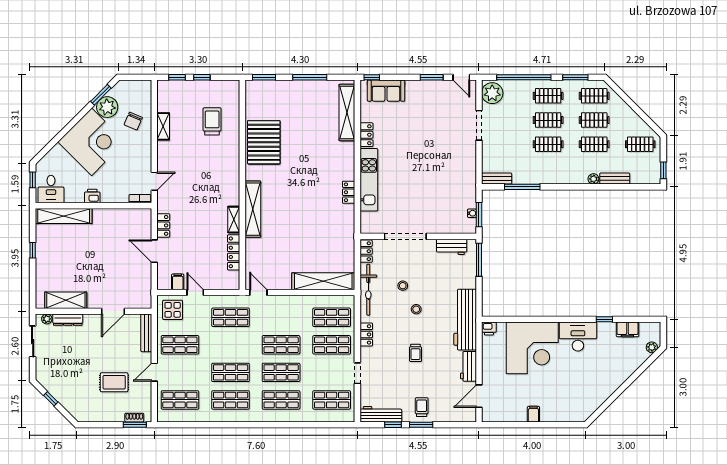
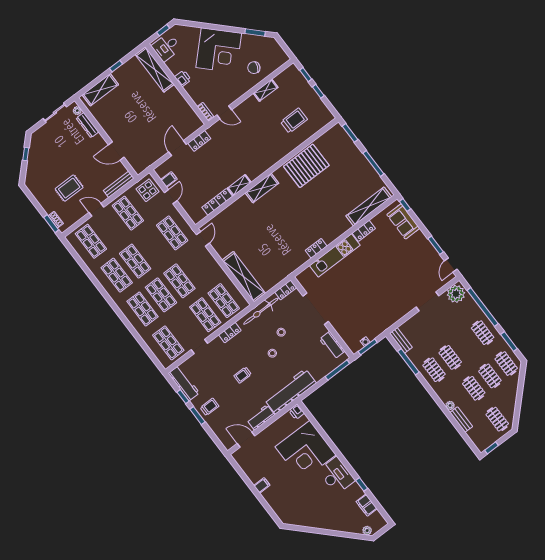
plant: (107, 107) -> (250, 43), removed
clothes rail: (548, 120) -> (434, 370), moved
shelving: (253, 209) -> (262, 188), width x0.68
shelving: (66, 300) -> (100, 90), moved, turned 90
rug: (114, 382) -> (69, 188), turned 90

